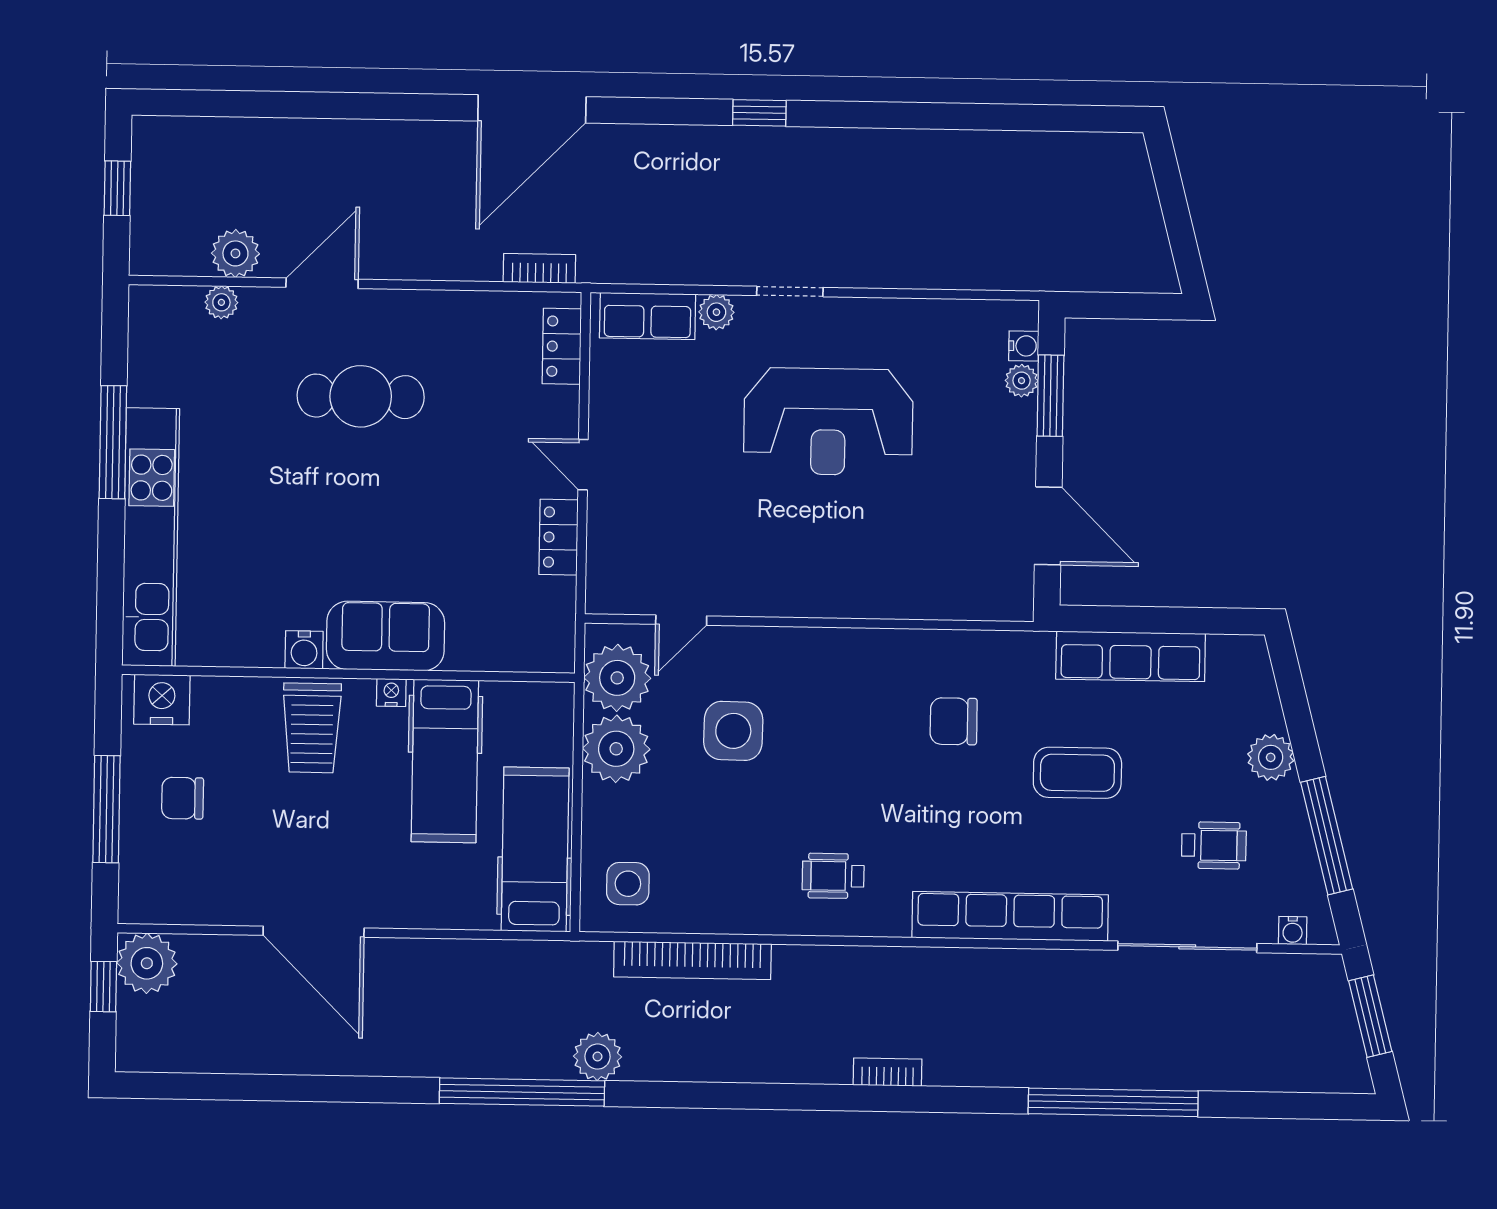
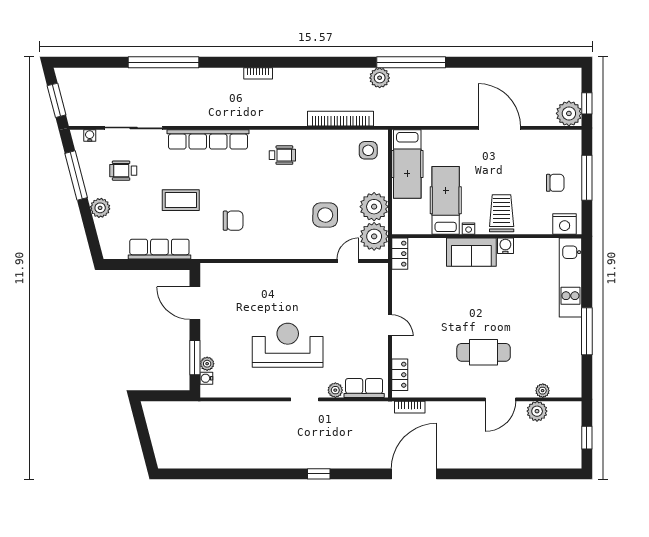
kitchen unit: (151, 537) -> (570, 278), width x0.73
locker: (558, 537) -> (400, 254), moved

